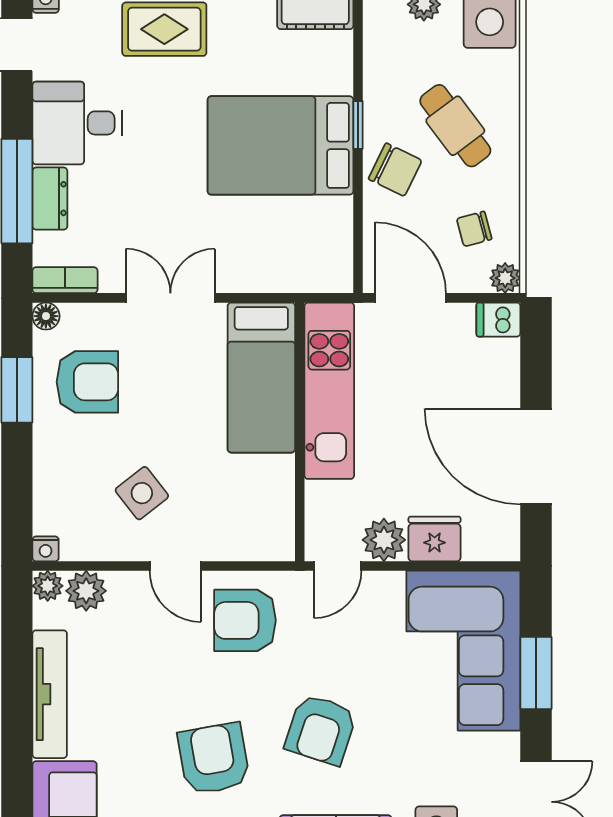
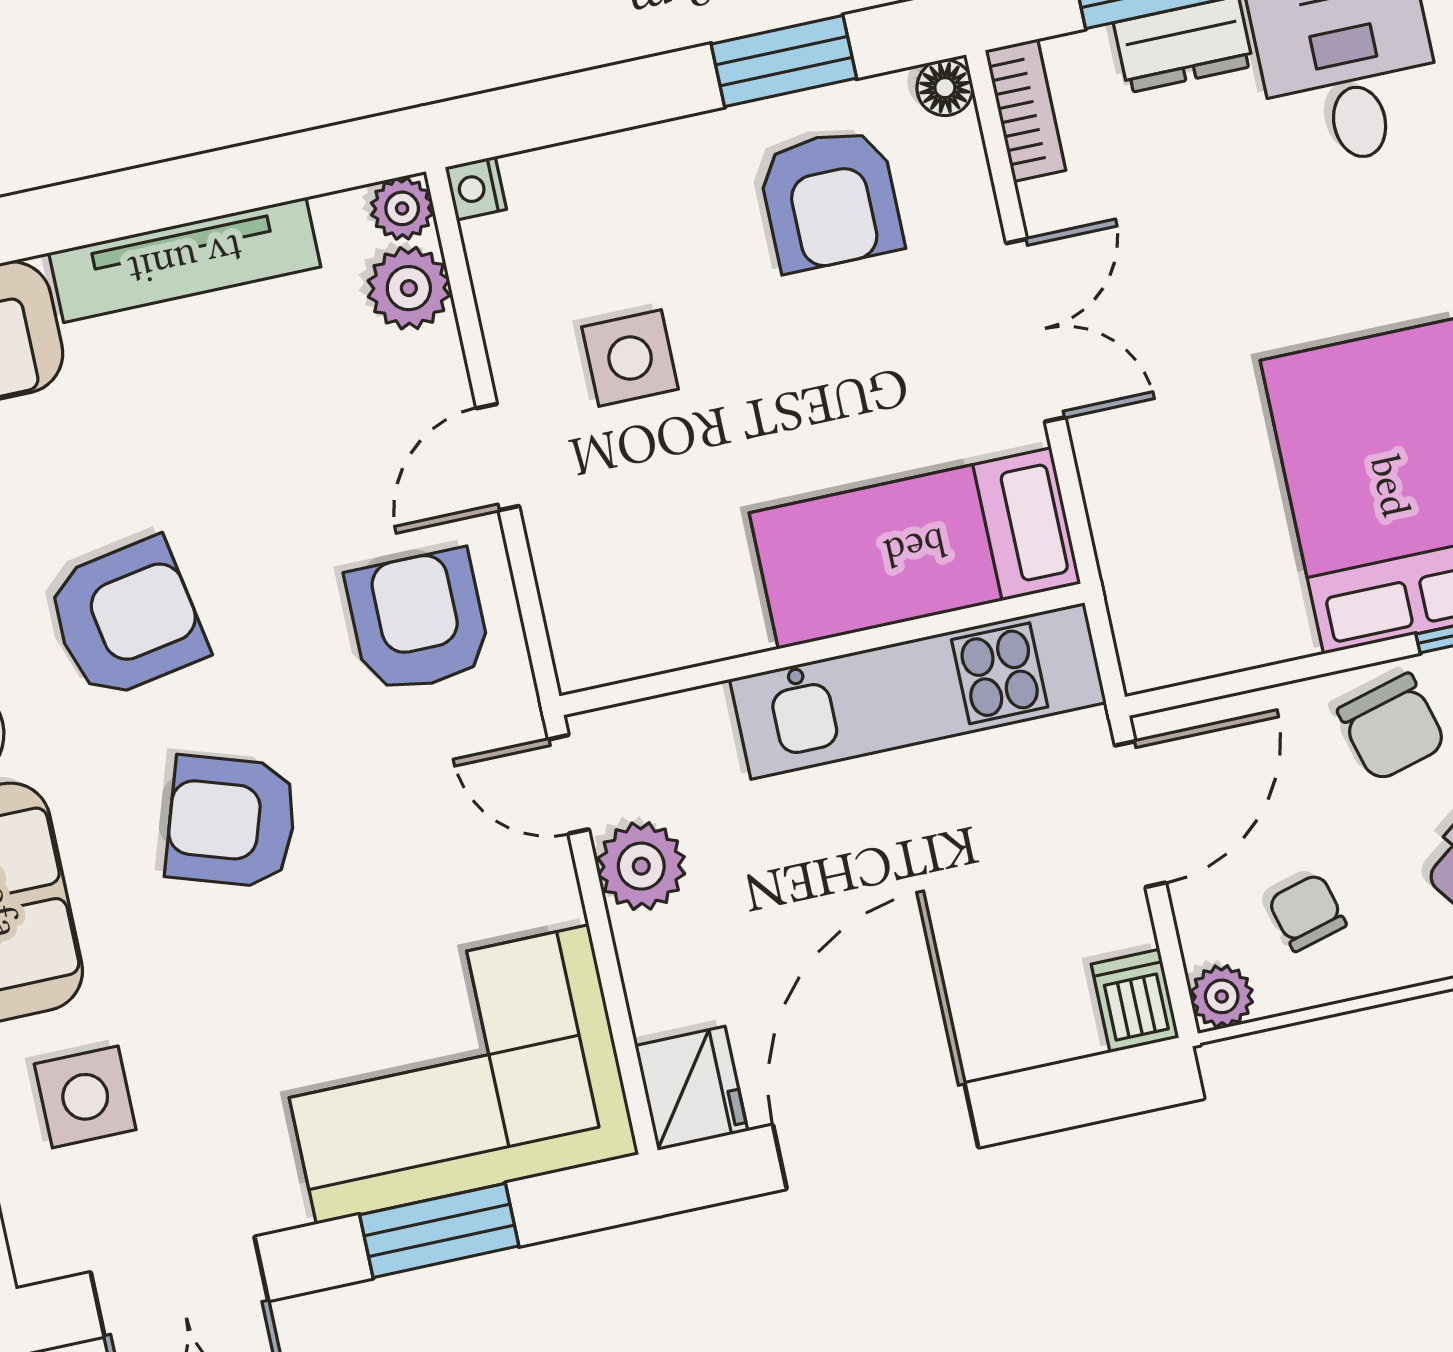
chair: (395, 170) -> (1392, 727), turned -41
side table: (142, 493) -> (630, 358), turned 38
fridge: (435, 539) -> (691, 1088), moved

